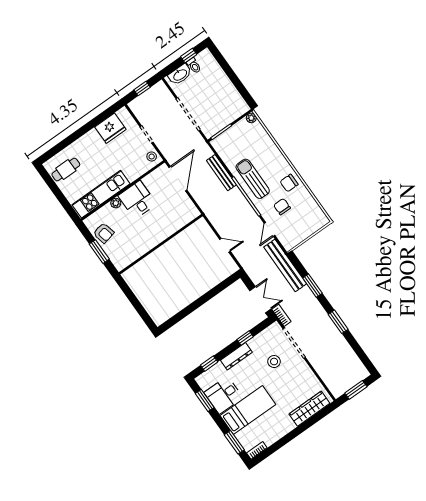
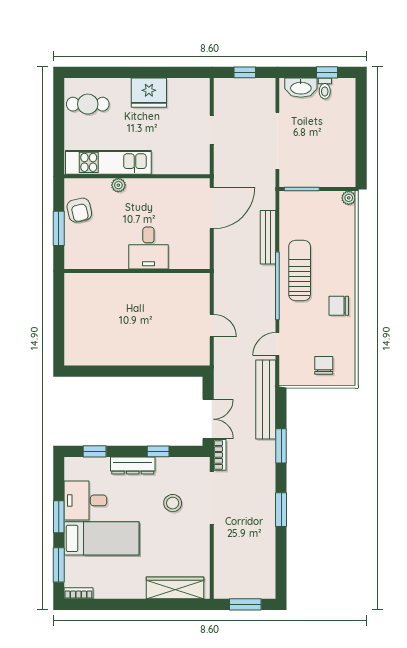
fridge: (110, 128) -> (149, 93), moved
stool: (152, 157) -> (199, 160), removed
desk: (137, 200) -> (148, 248), moved, turned 180
chair: (282, 207) -> (324, 365), moved
window: (205, 400) -> (59, 517), moved

